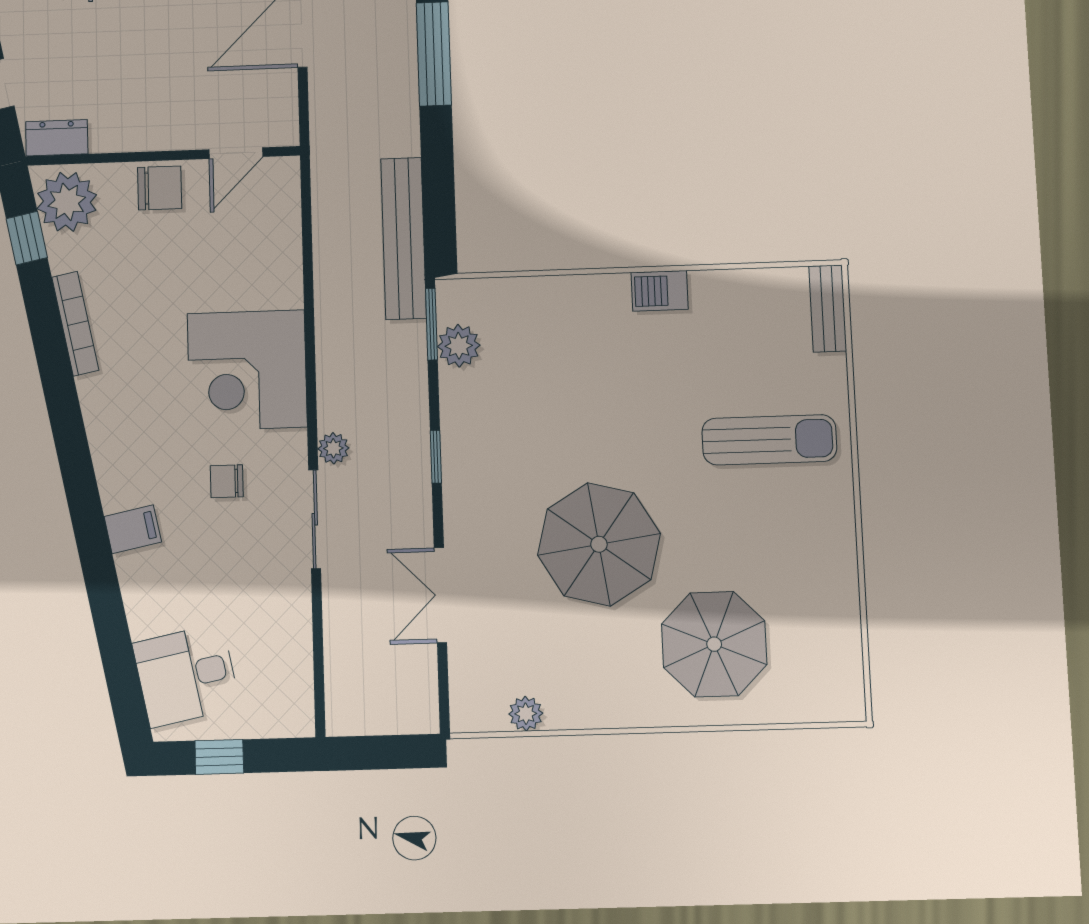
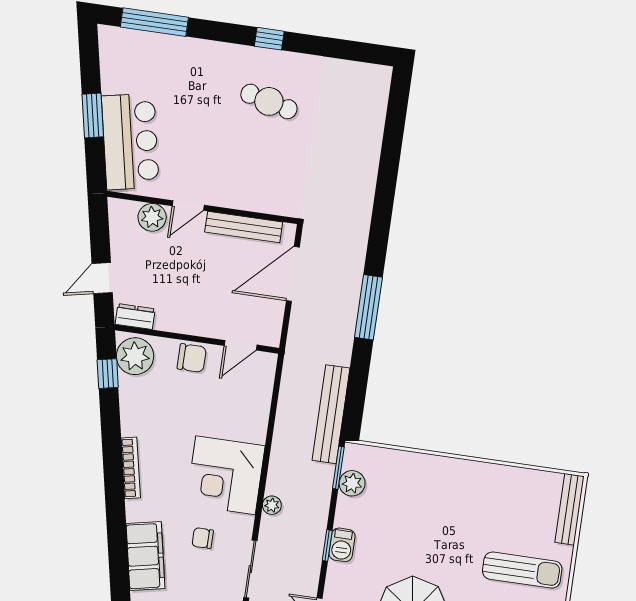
barbecue: (660, 291) -> (342, 545), moved, turned -90
bench: (828, 308) -> (570, 509), width x1.36
bookcase: (75, 324) -> (131, 468), moved
plant: (333, 448) -> (272, 505), moved
filing cabinet: (133, 529) -> (145, 556), width x3.00, depth x1.17

